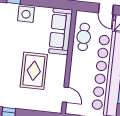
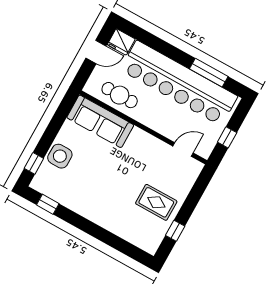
rug: (34, 71) -> (156, 202), moved, width x0.73, depth x0.70

